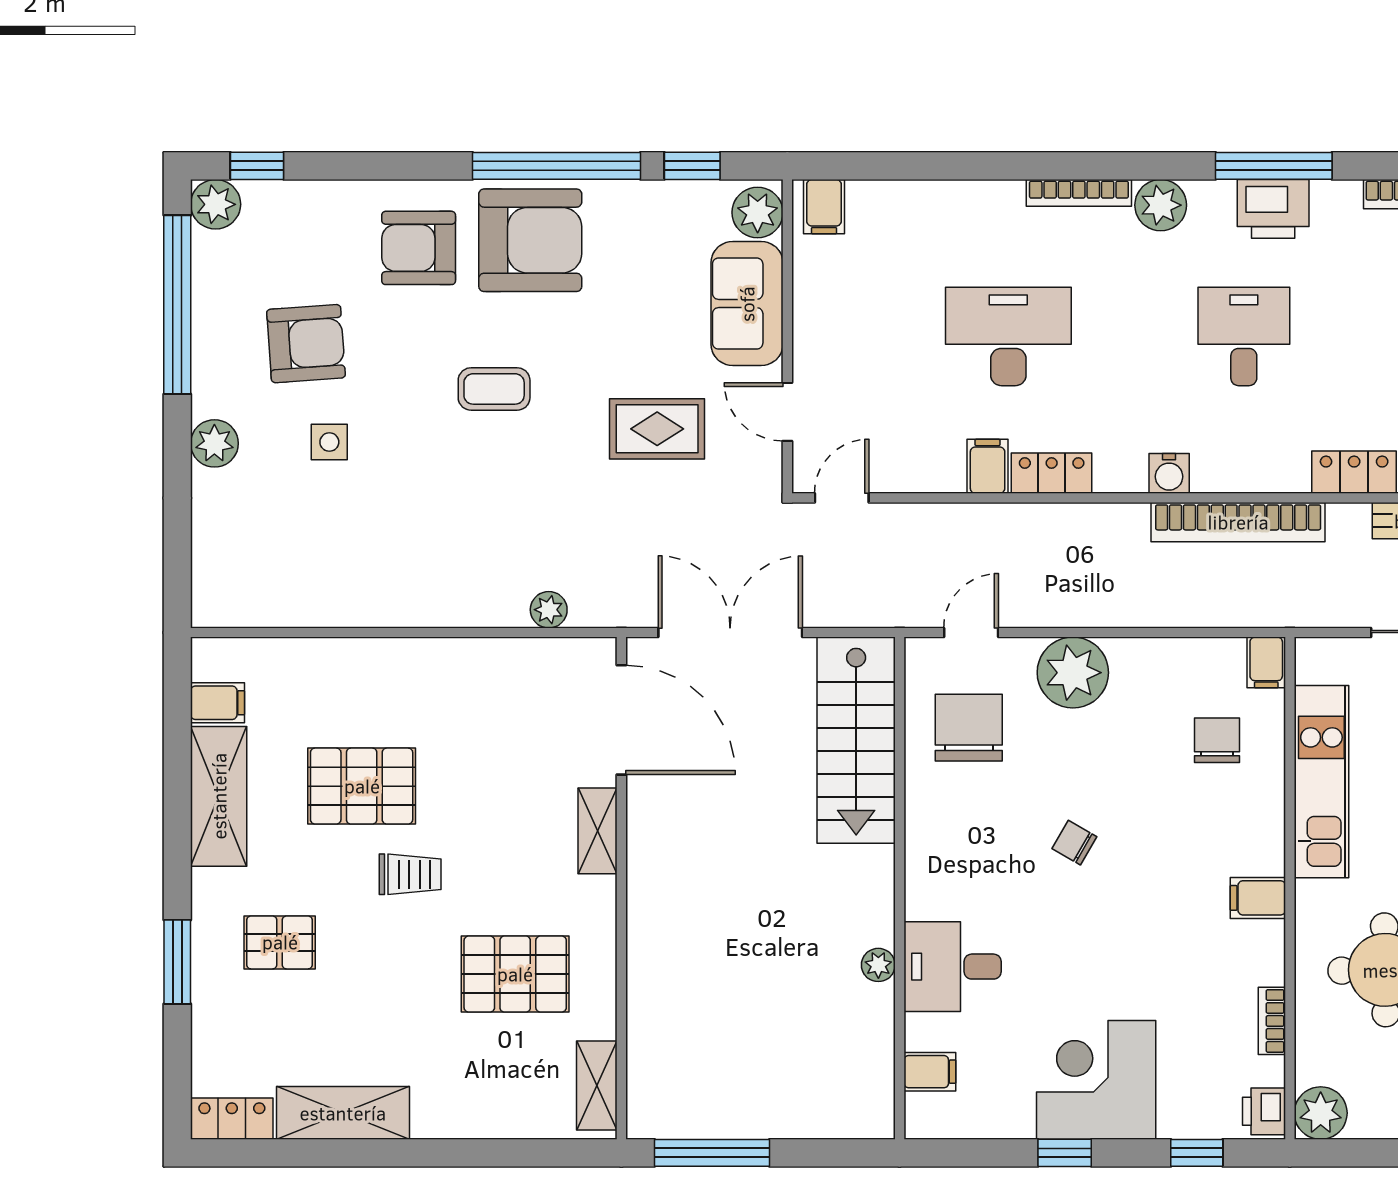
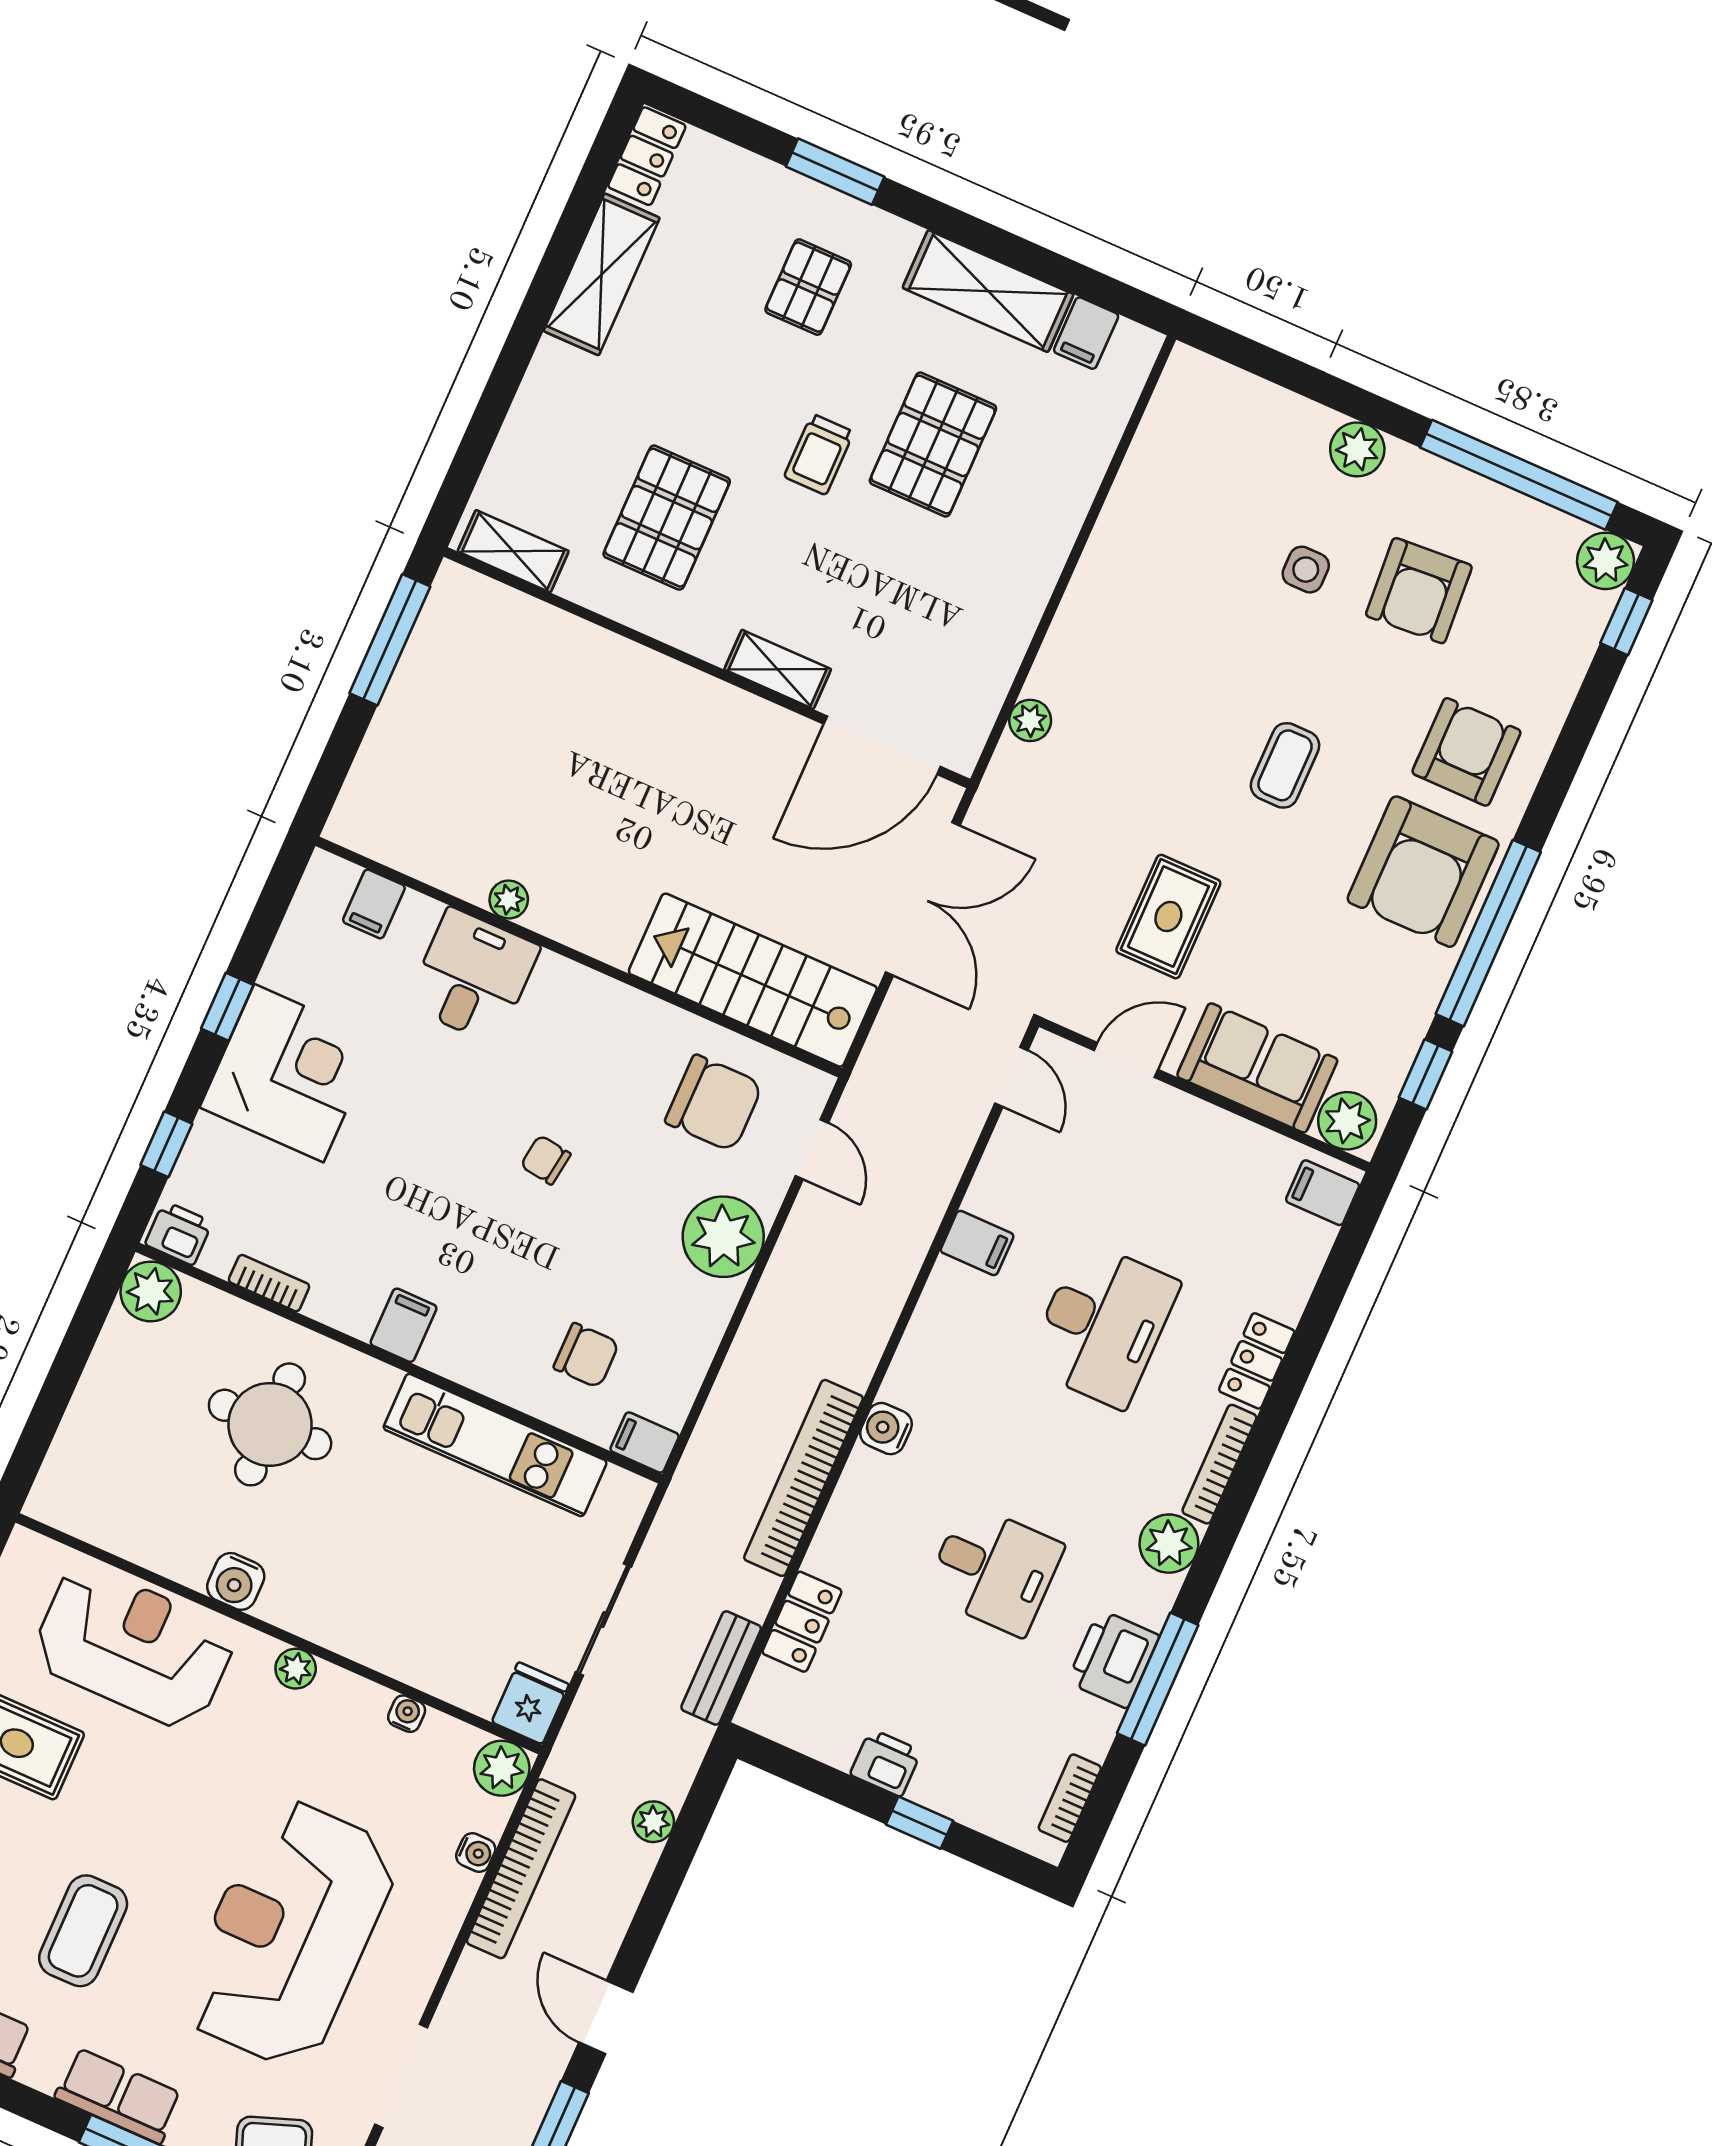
locker: (1052, 473) -> (1257, 1361), moved, turned 180
chair: (1074, 843) -> (546, 1160), turned -112

